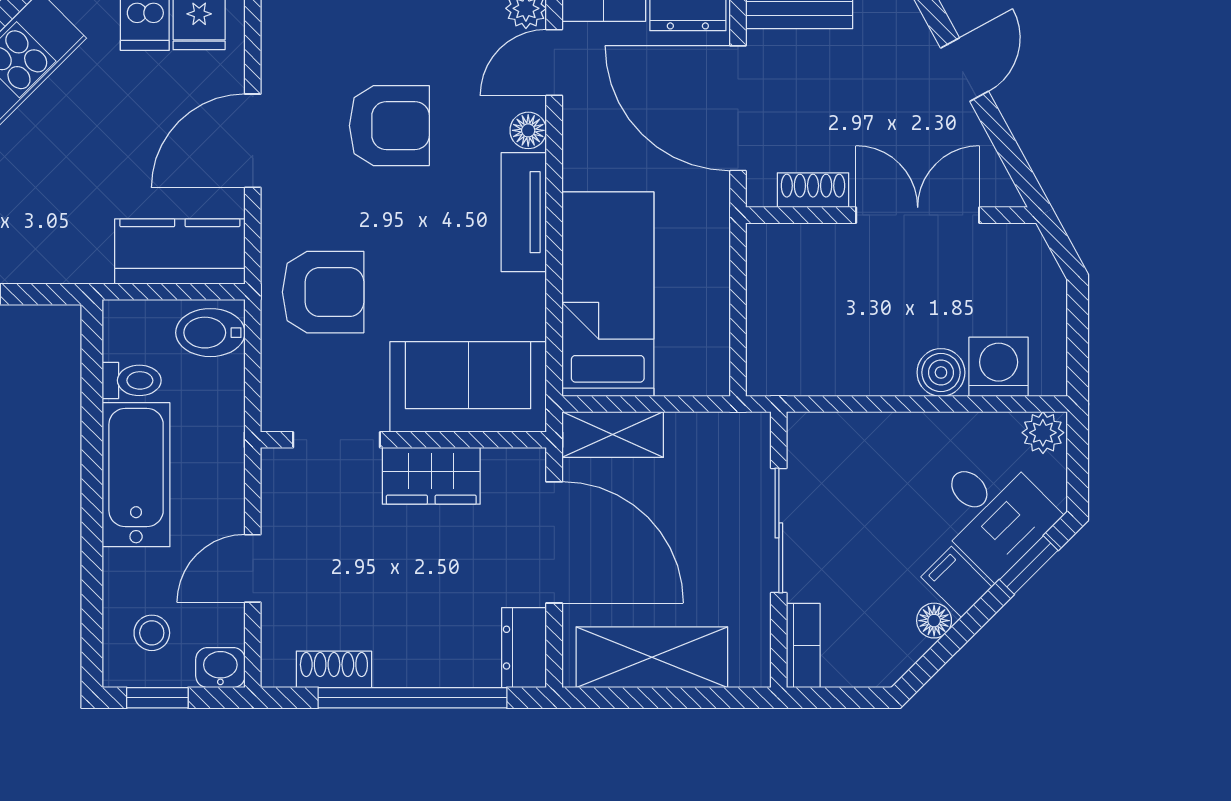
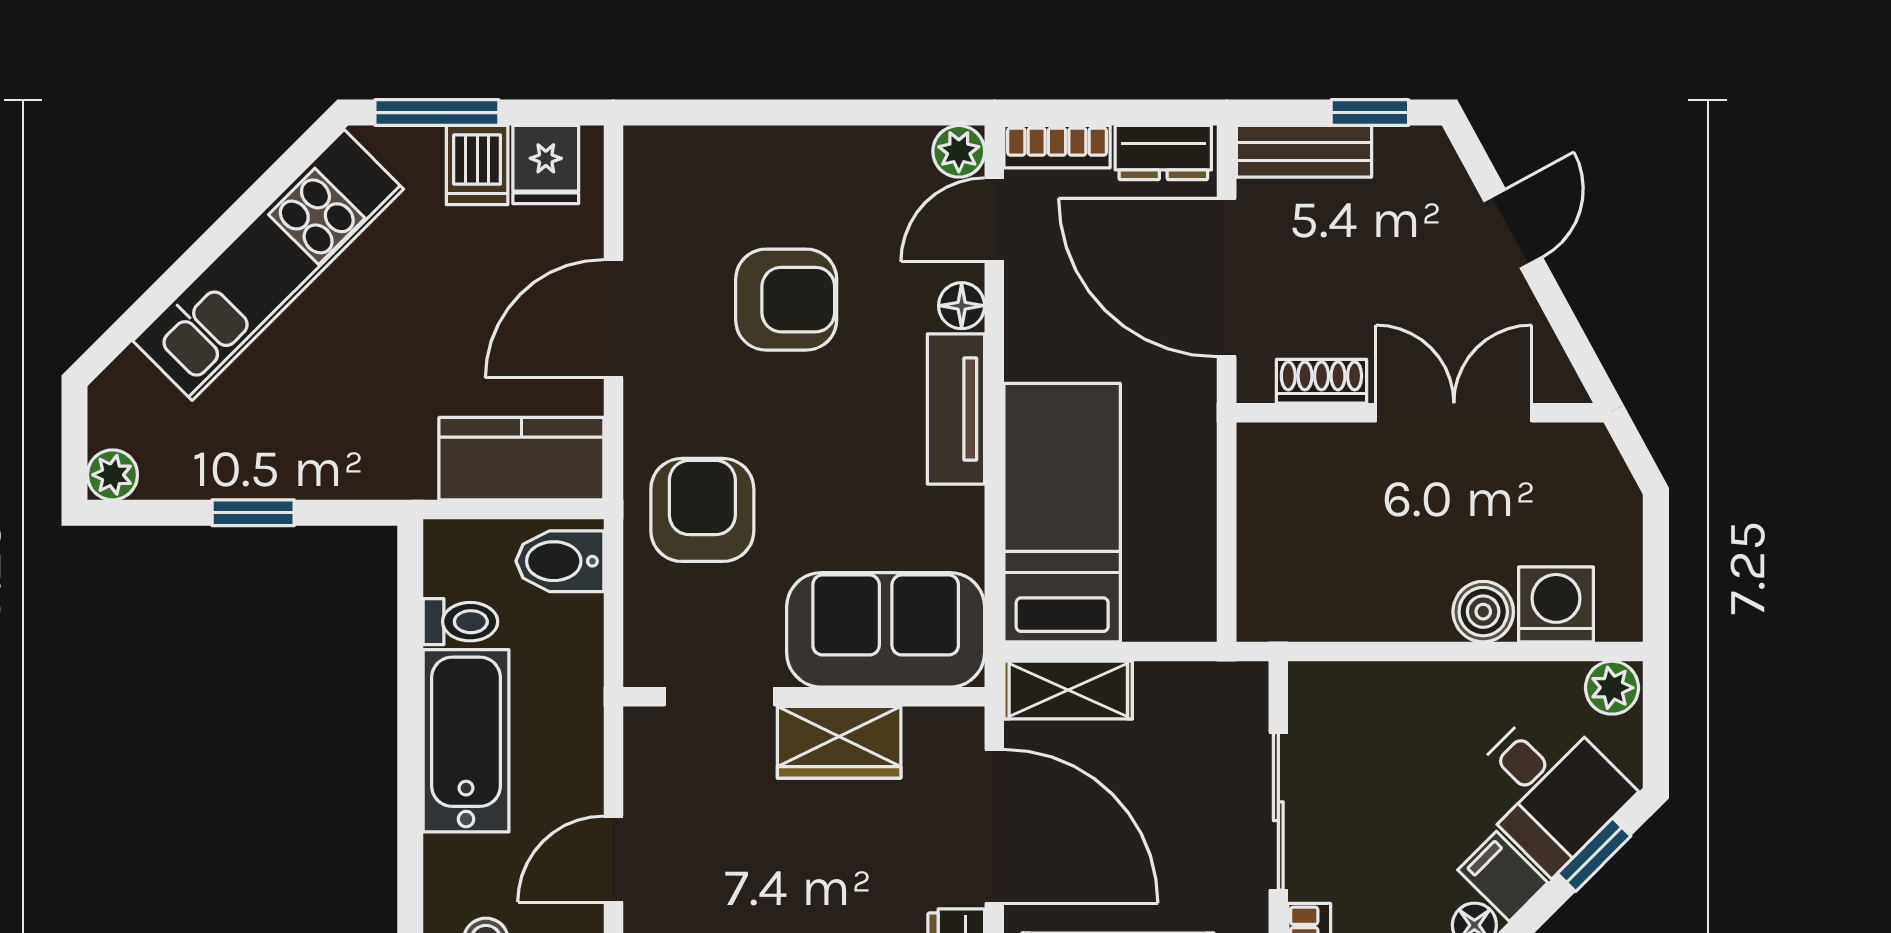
armchair: (323, 292) -> (702, 510), turned -90

